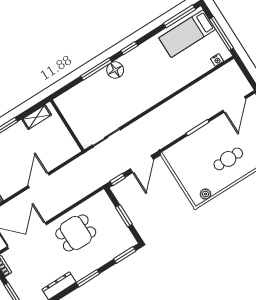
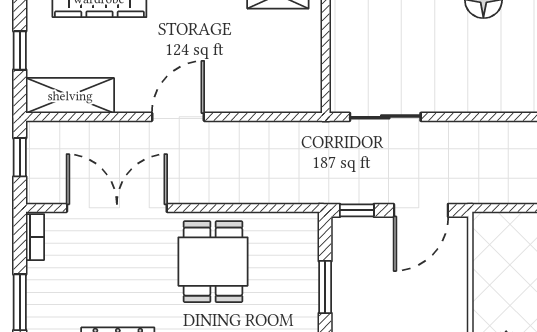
door: (39, 180) -> (178, 117), moved
dining table: (76, 233) -> (213, 262), turned 90

